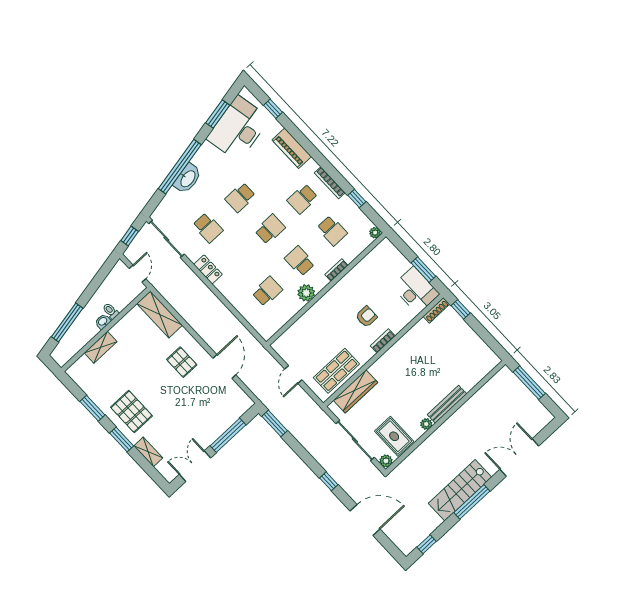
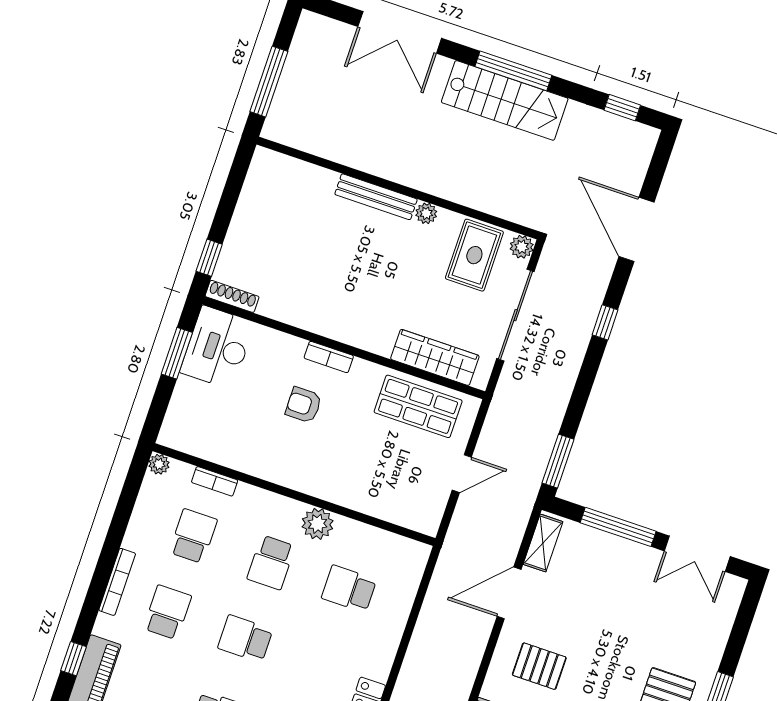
school desk: (302, 199) -> (167, 612), turned -90
window: (357, 199) -> (73, 659), moved
bookcase: (336, 270) -> (215, 481), moved
pallet: (182, 362) -> (539, 666), turned 90
shelving: (148, 452) -> (543, 543), moved

